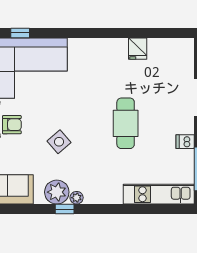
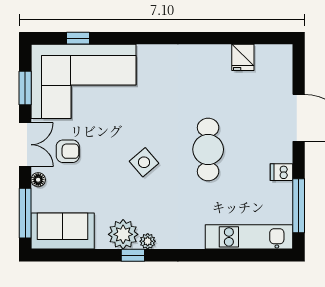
fridge: (138, 49) -> (243, 57), moved
side table: (59, 142) -> (144, 162), moved

